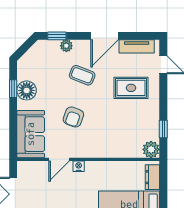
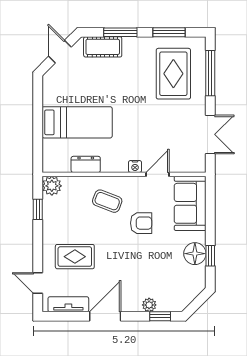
coffee table: (82, 75) -> (107, 201), moved
armchair: (73, 117) -> (141, 223), turned 70
dresser: (152, 177) -> (86, 164), moved, turned -90

